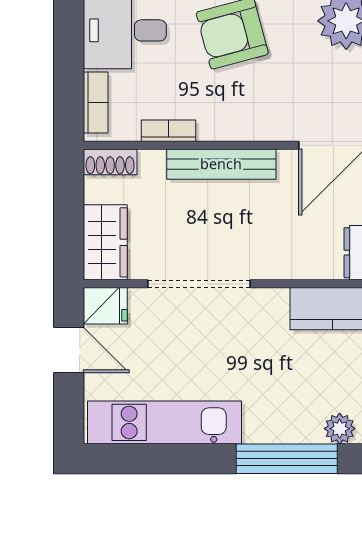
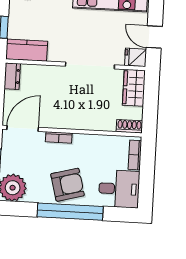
bookcase: (168, 131) -> (59, 137), moved
bench: (221, 164) -> (76, 122), removed

